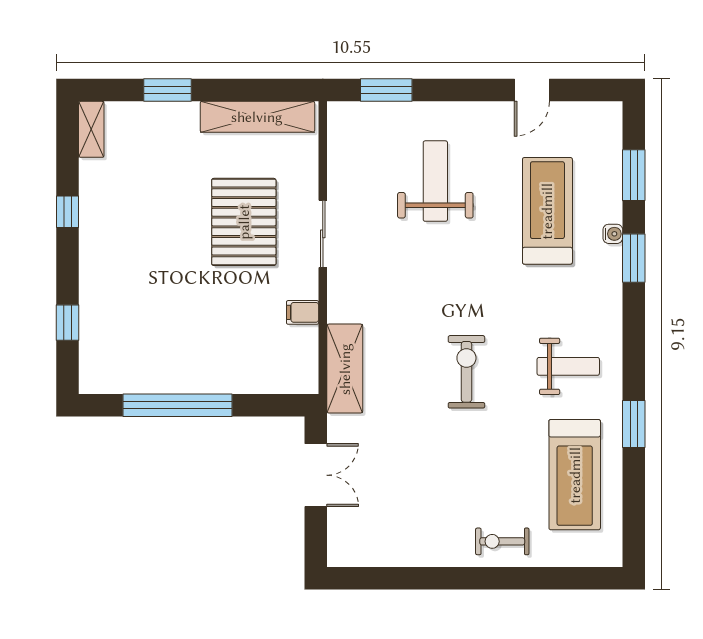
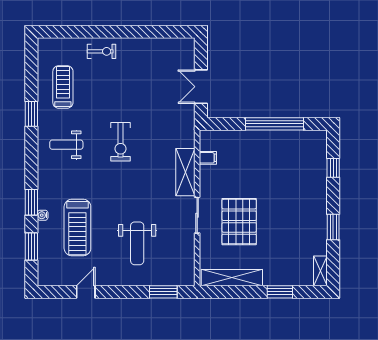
window: (68, 212) -> (333, 227), width x1.50
filing cabinet: (303, 312) -> (208, 158), moved
shelving: (345, 369) -> (185, 172), moved
treadmill: (575, 475) -> (63, 87), width x0.73, depth x0.73

